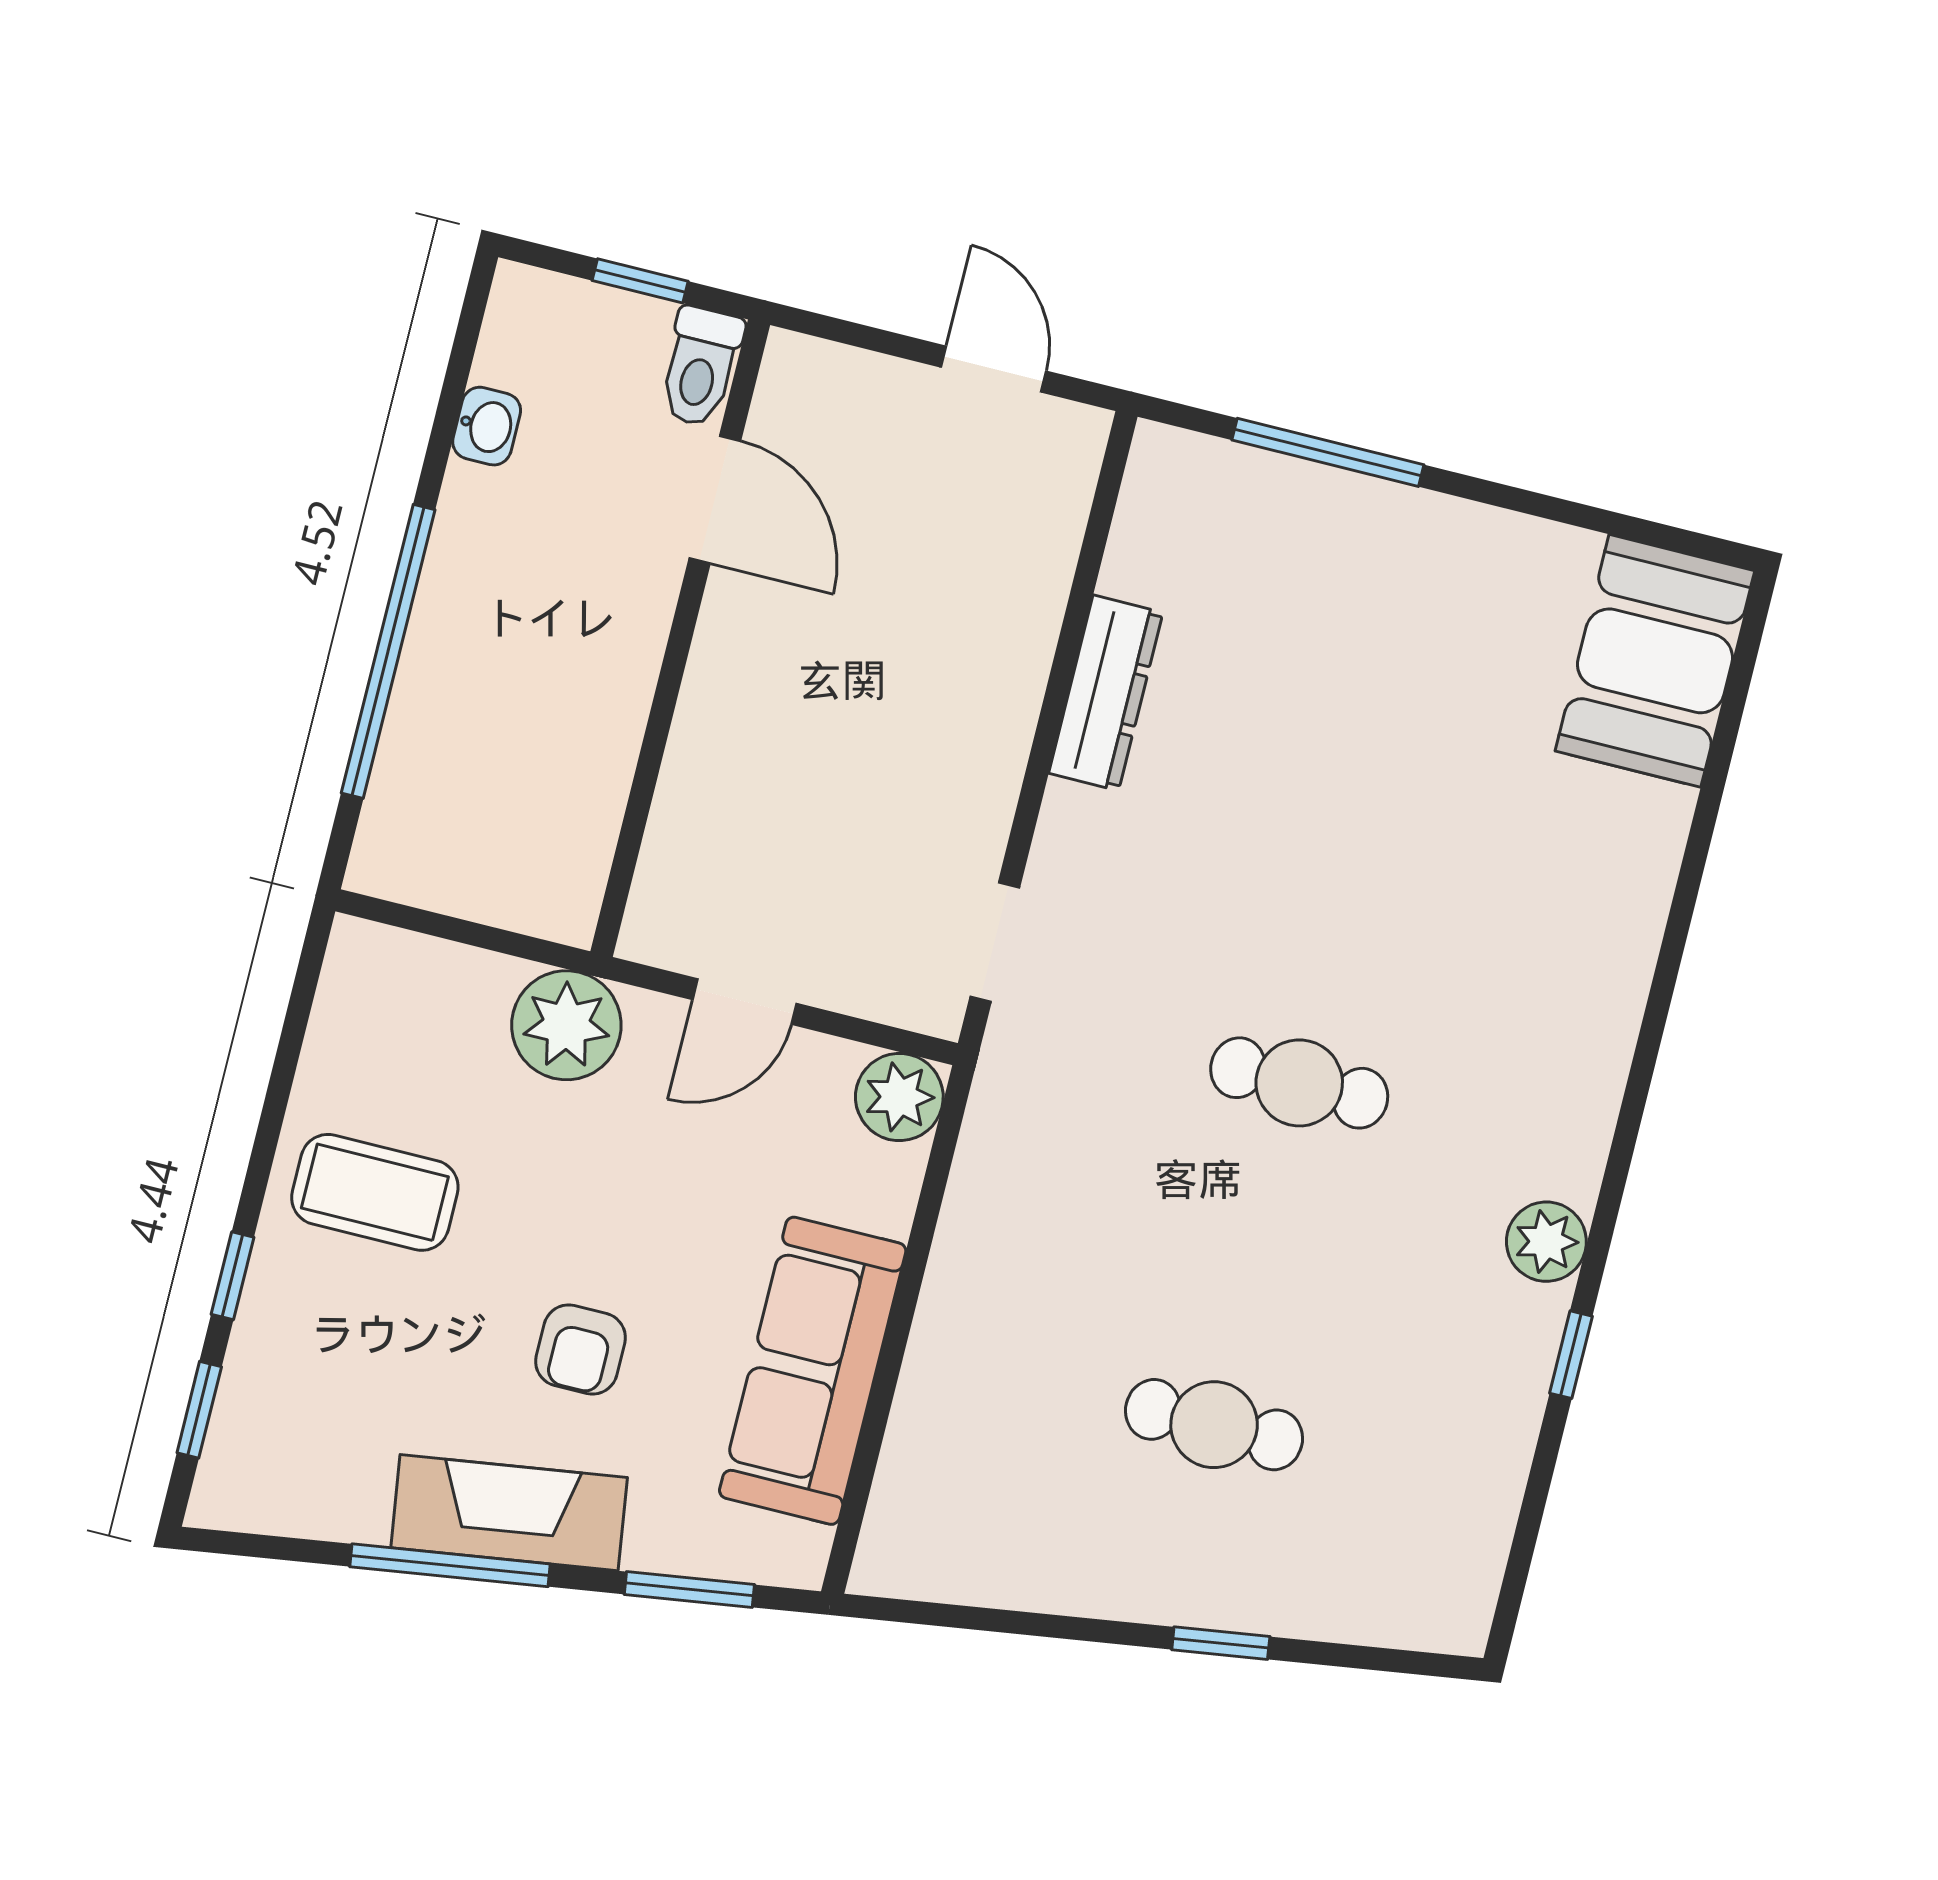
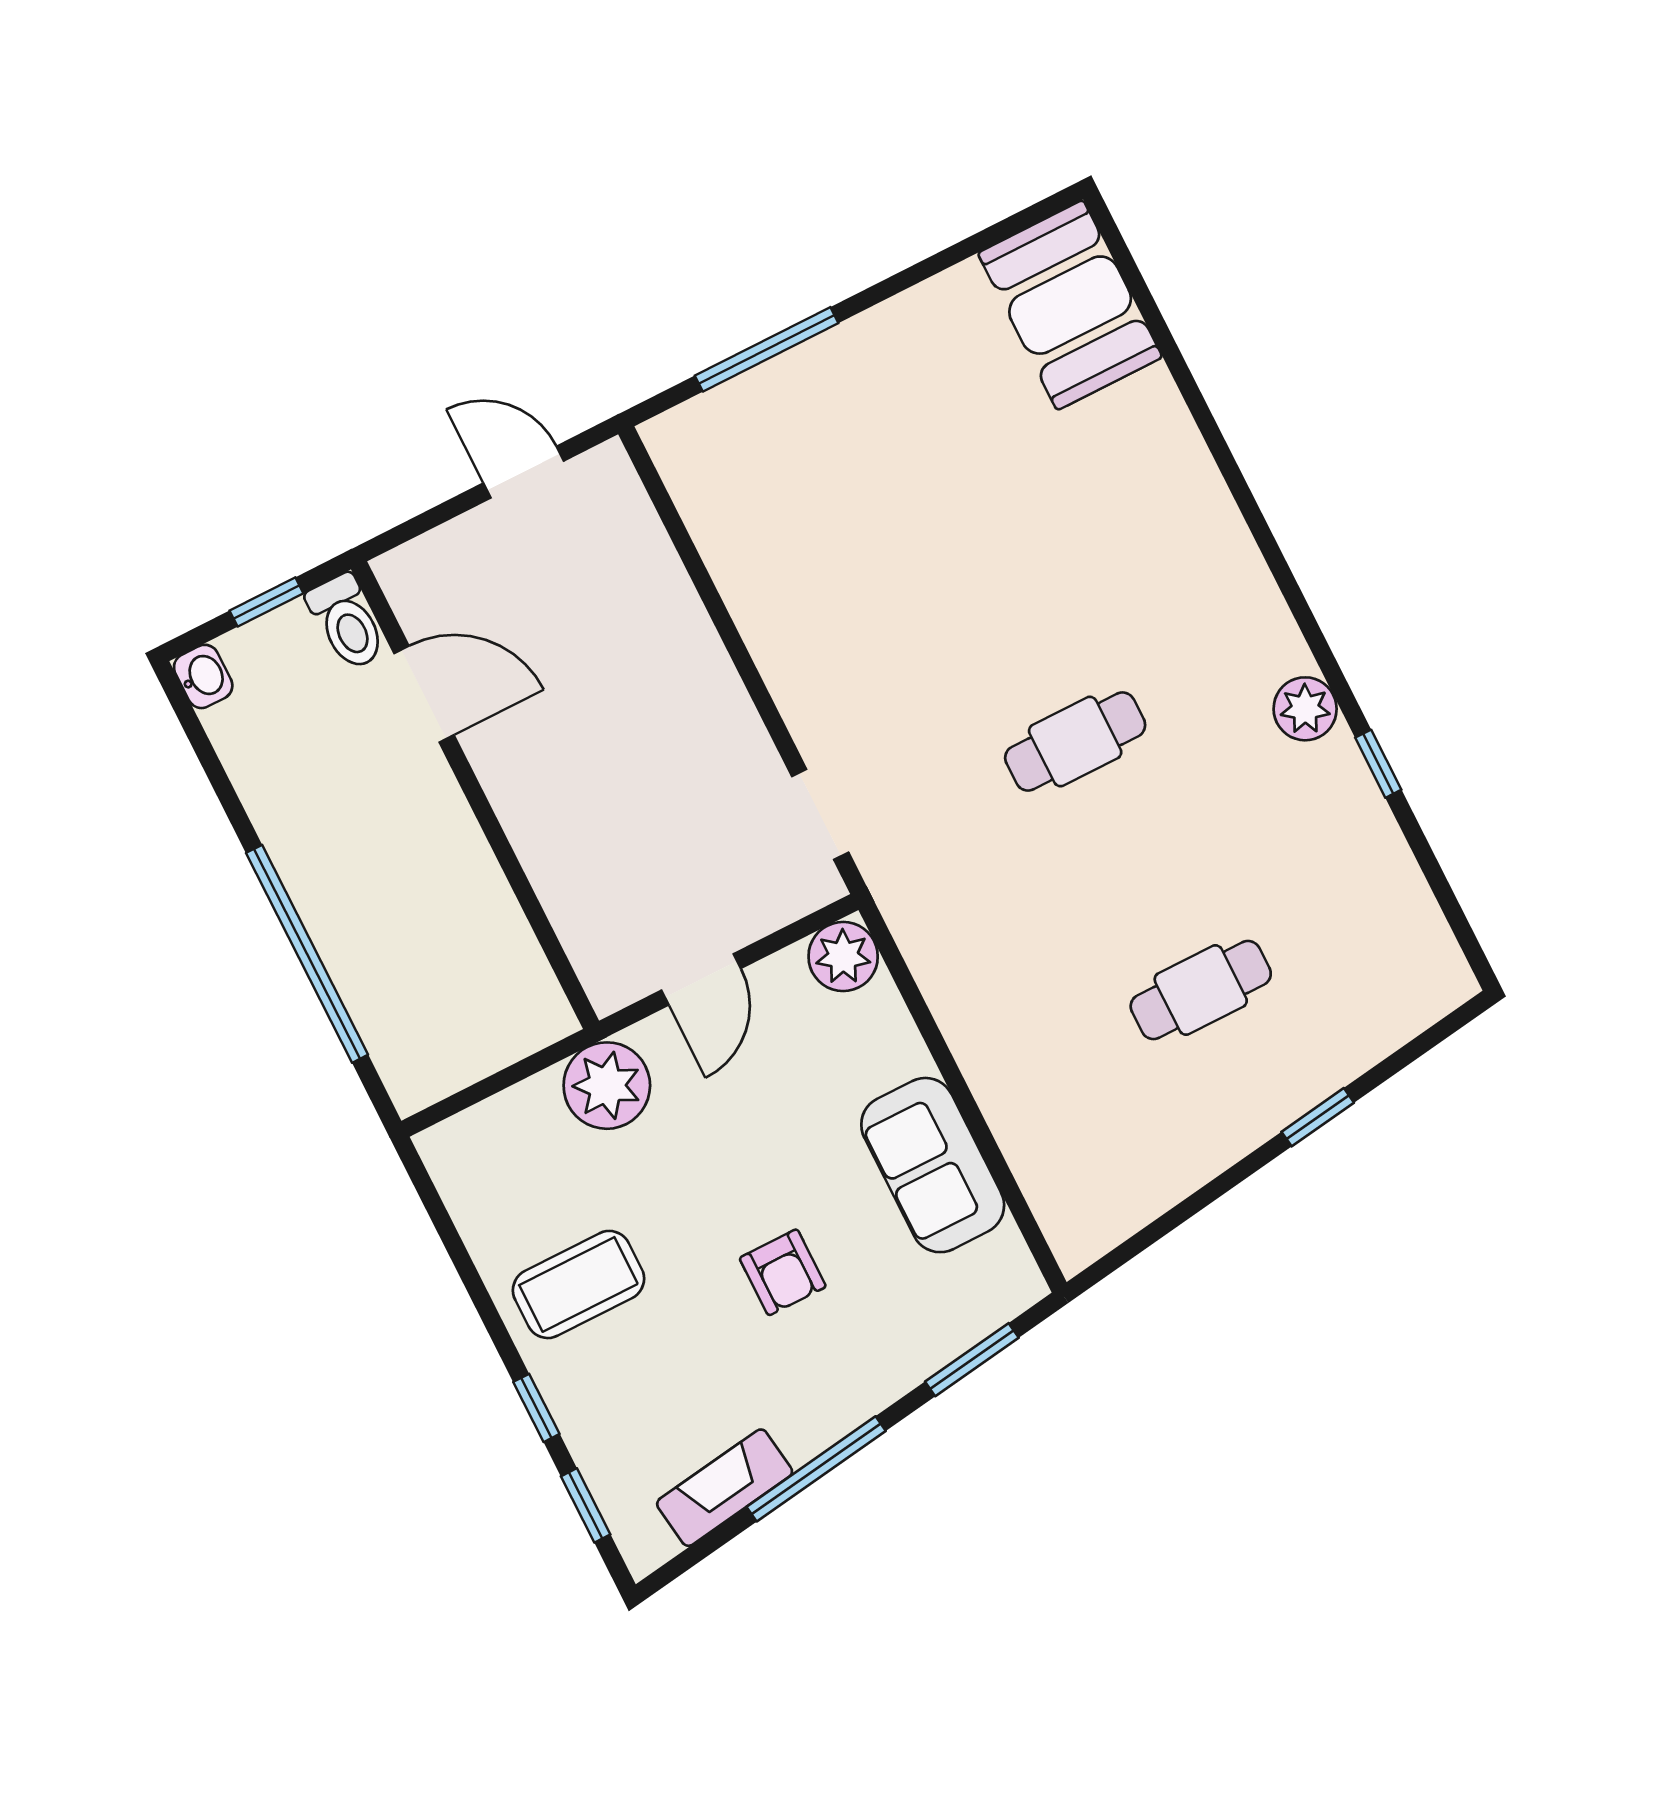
washbasin: (487, 426) -> (203, 676), moved
dresser: (1106, 693) -> (758, 608), removed
sofa: (813, 1371) -> (933, 1165), width x0.73
fireplace: (509, 1513) -> (725, 1488), moved, width x0.73, depth x0.76

